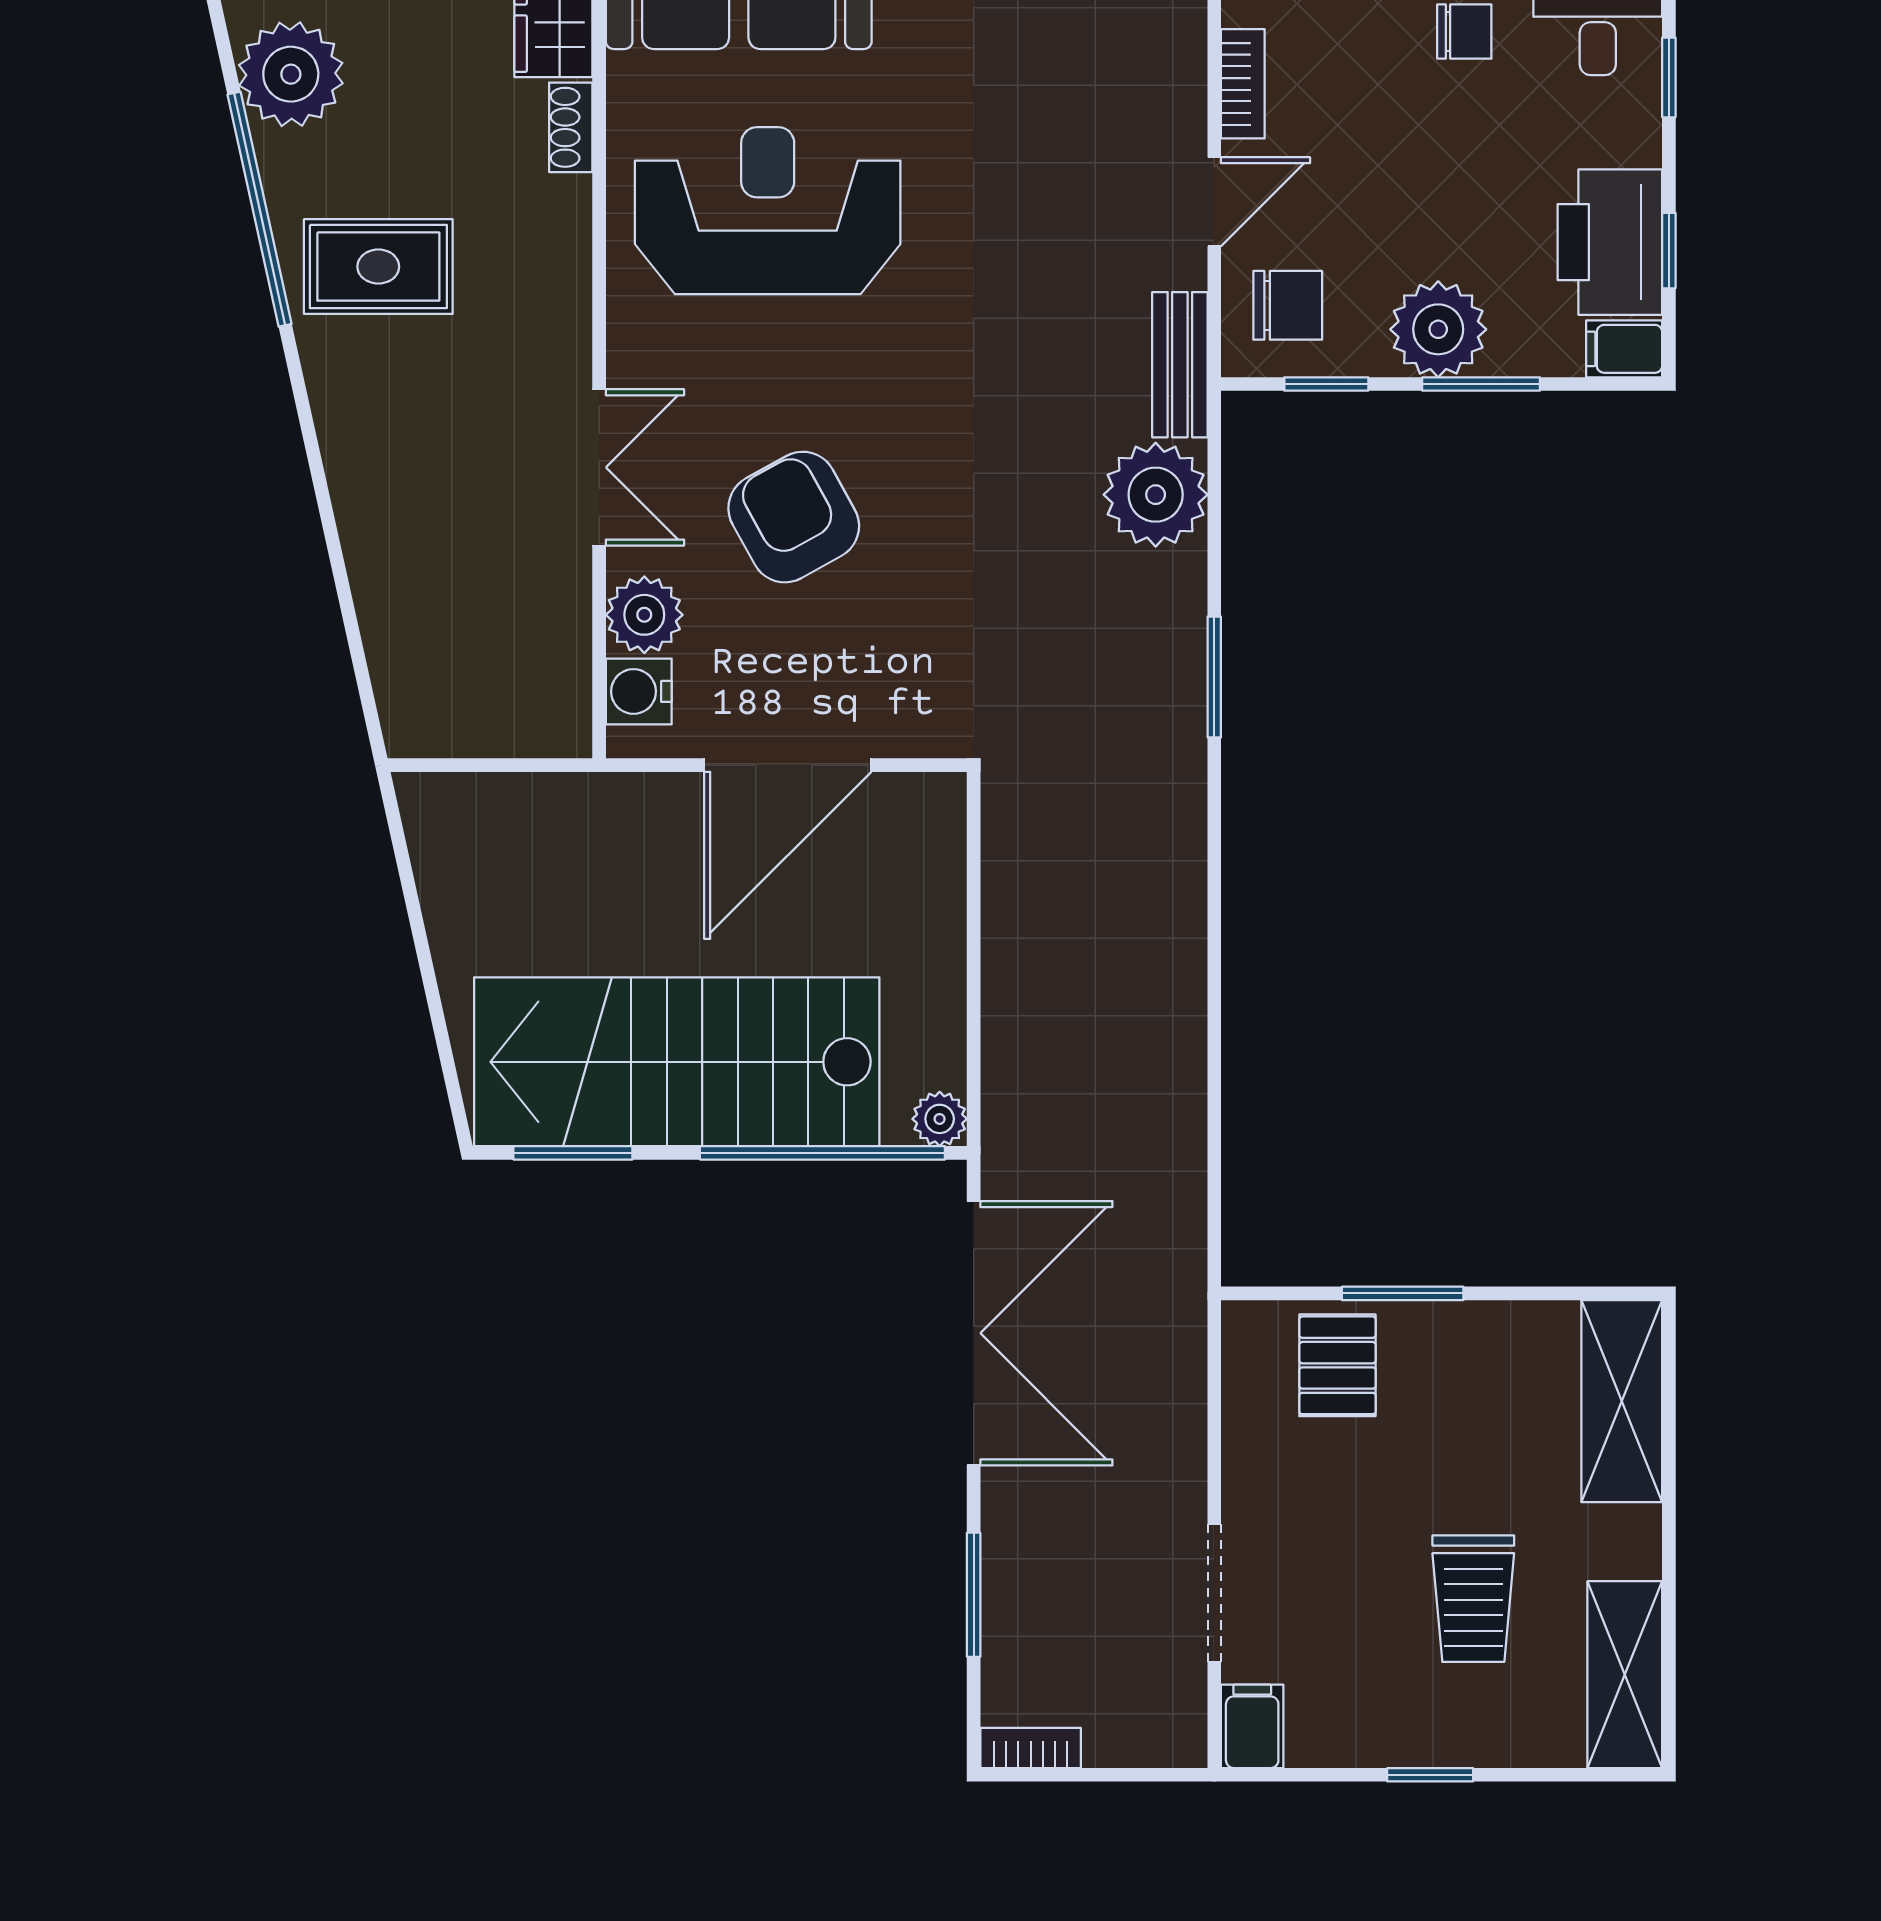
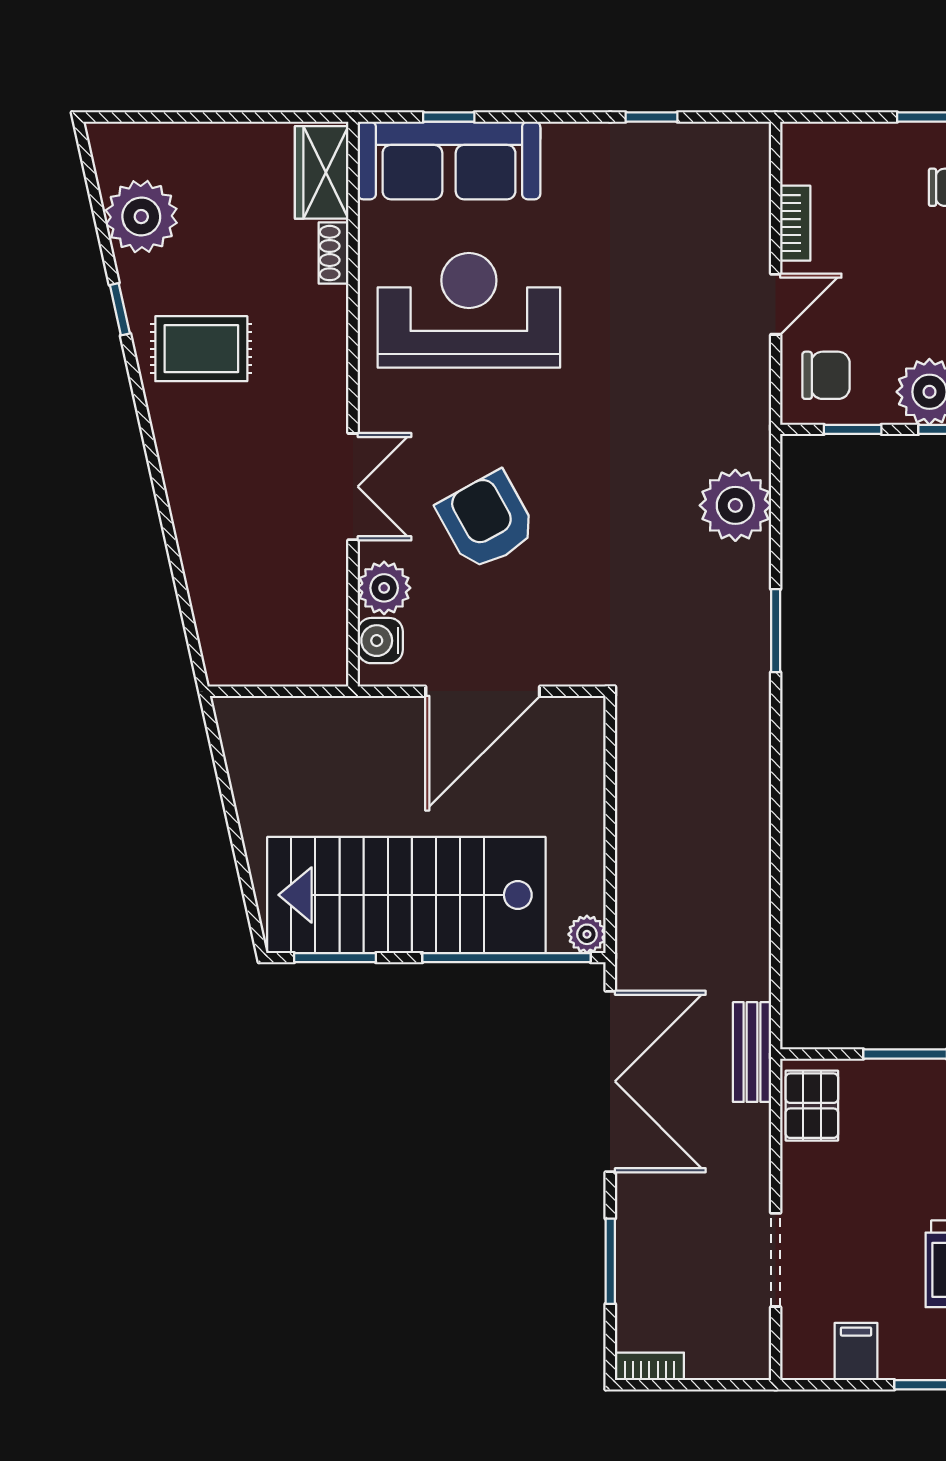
window: (260, 209) -> (120, 309), width x0.32
bench: (1180, 365) -> (752, 1052), moved
pallet: (1337, 1365) -> (812, 1106), moved
filing cabinet: (1252, 1726) -> (856, 1352), moved

